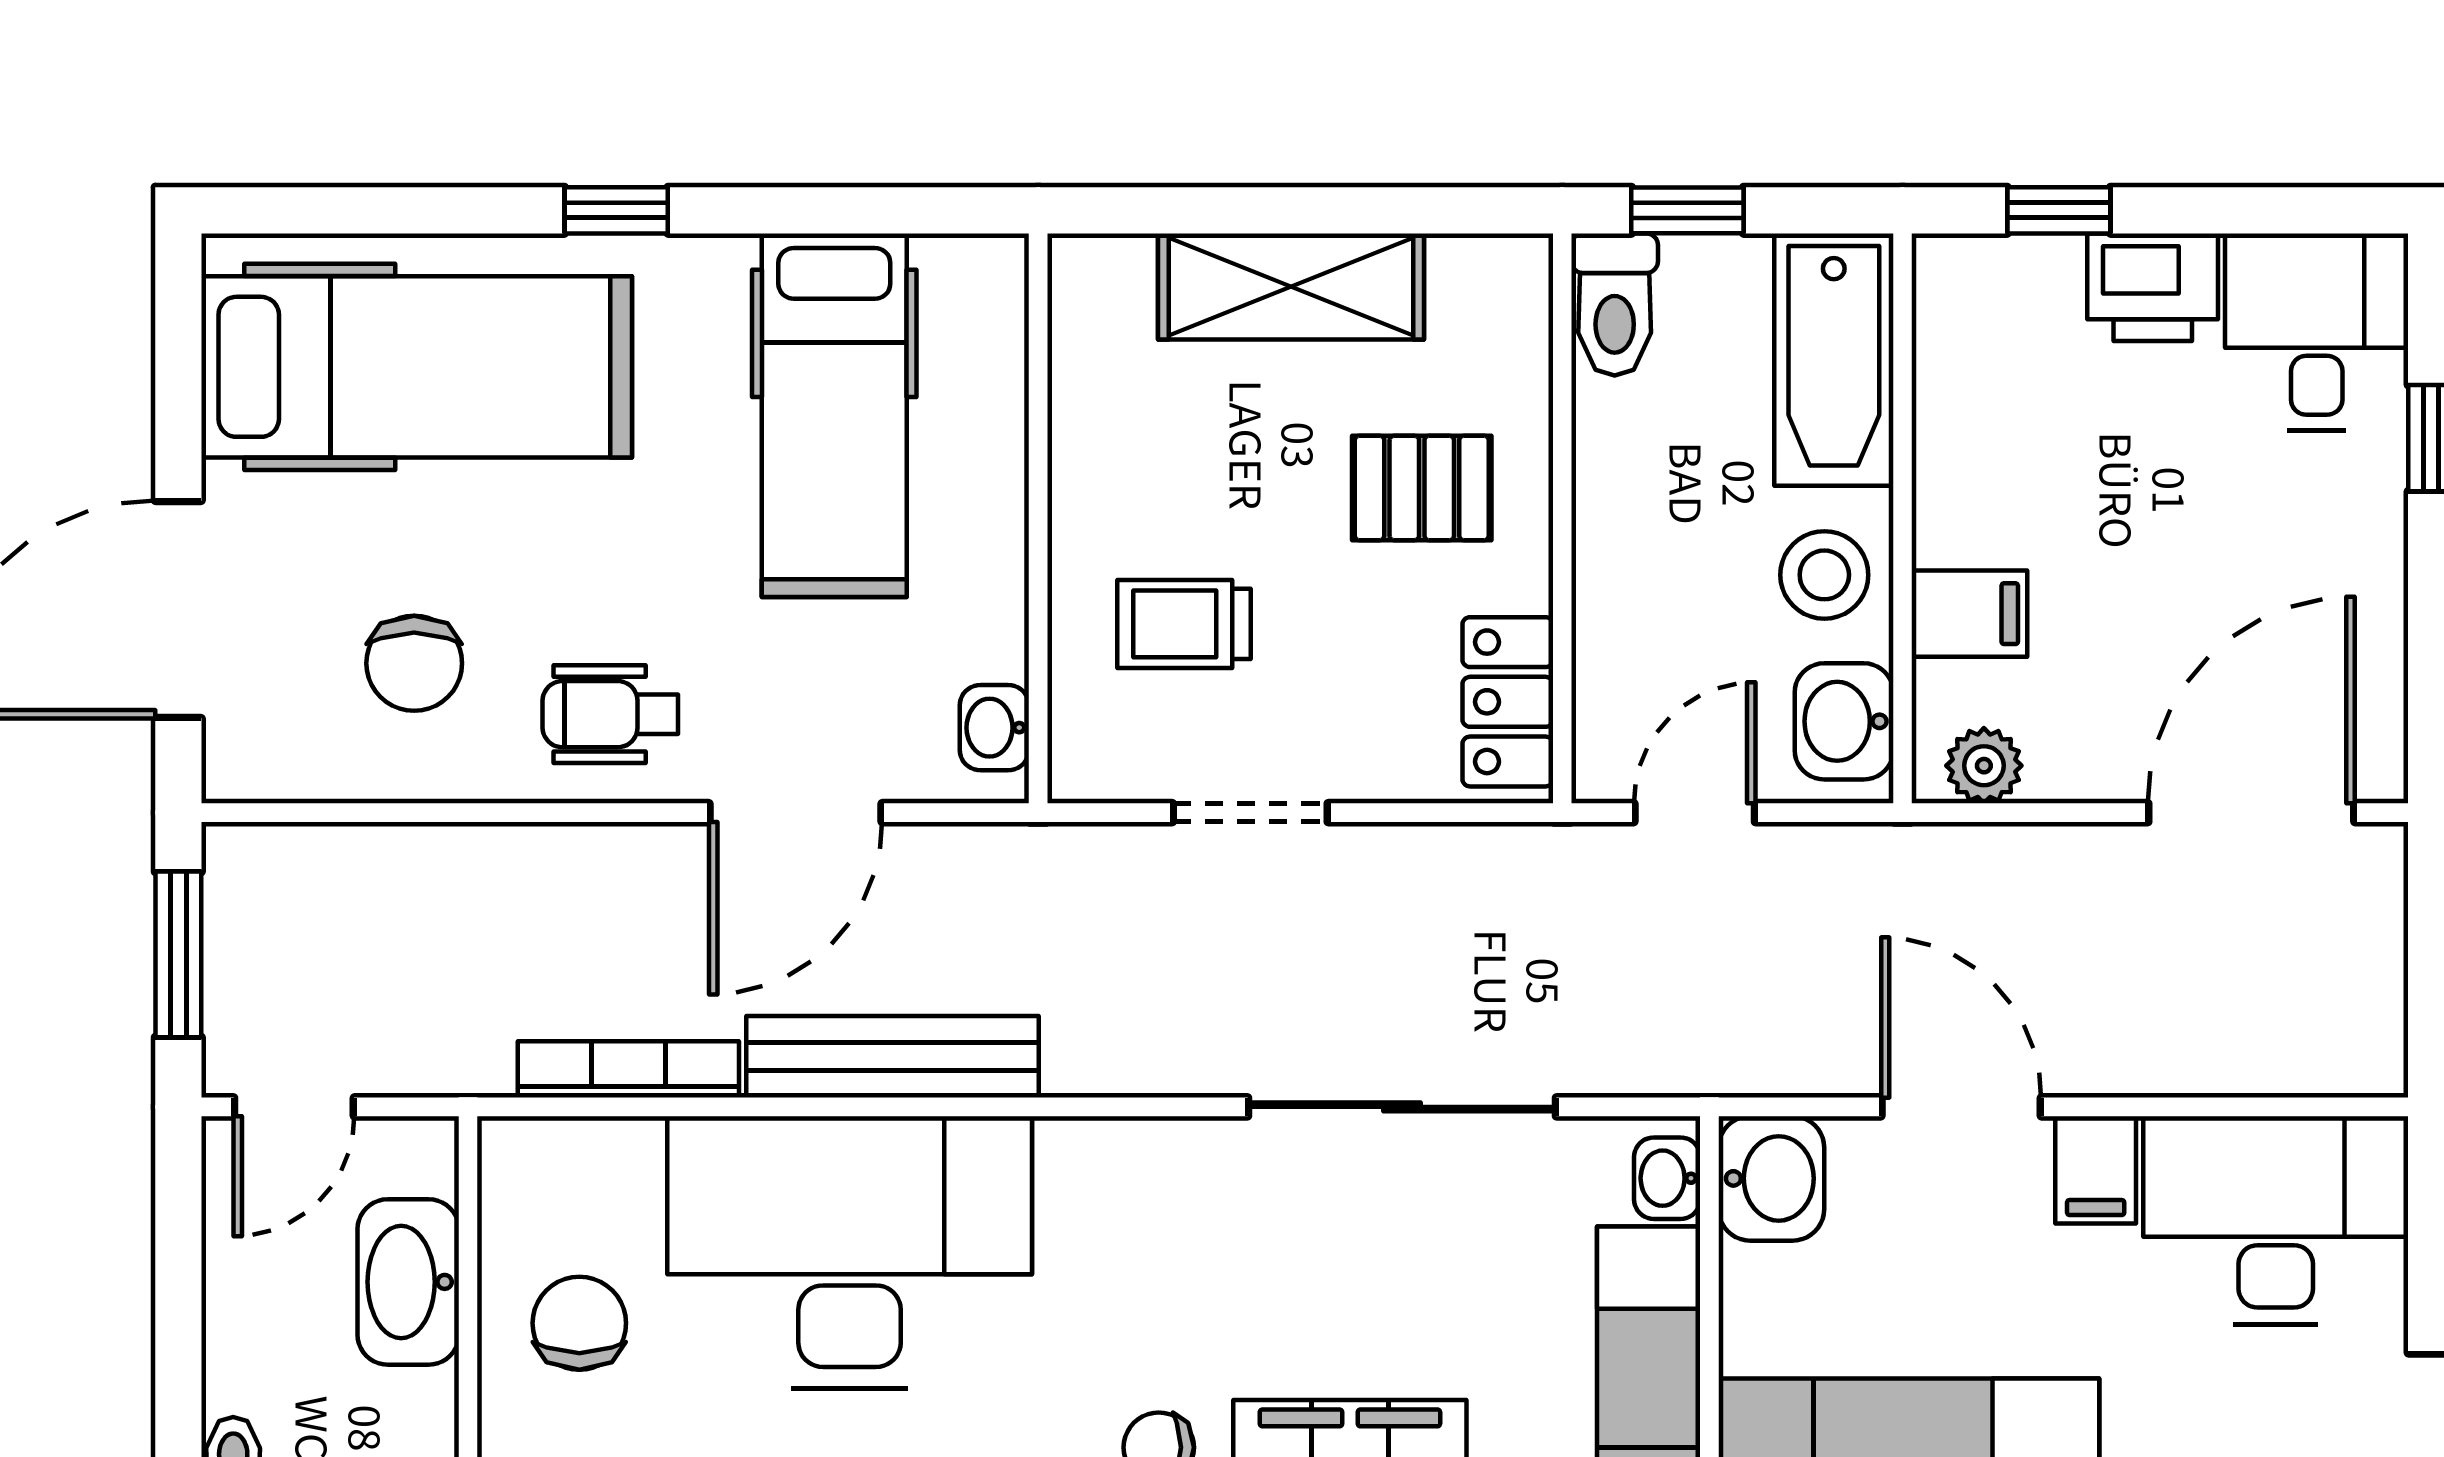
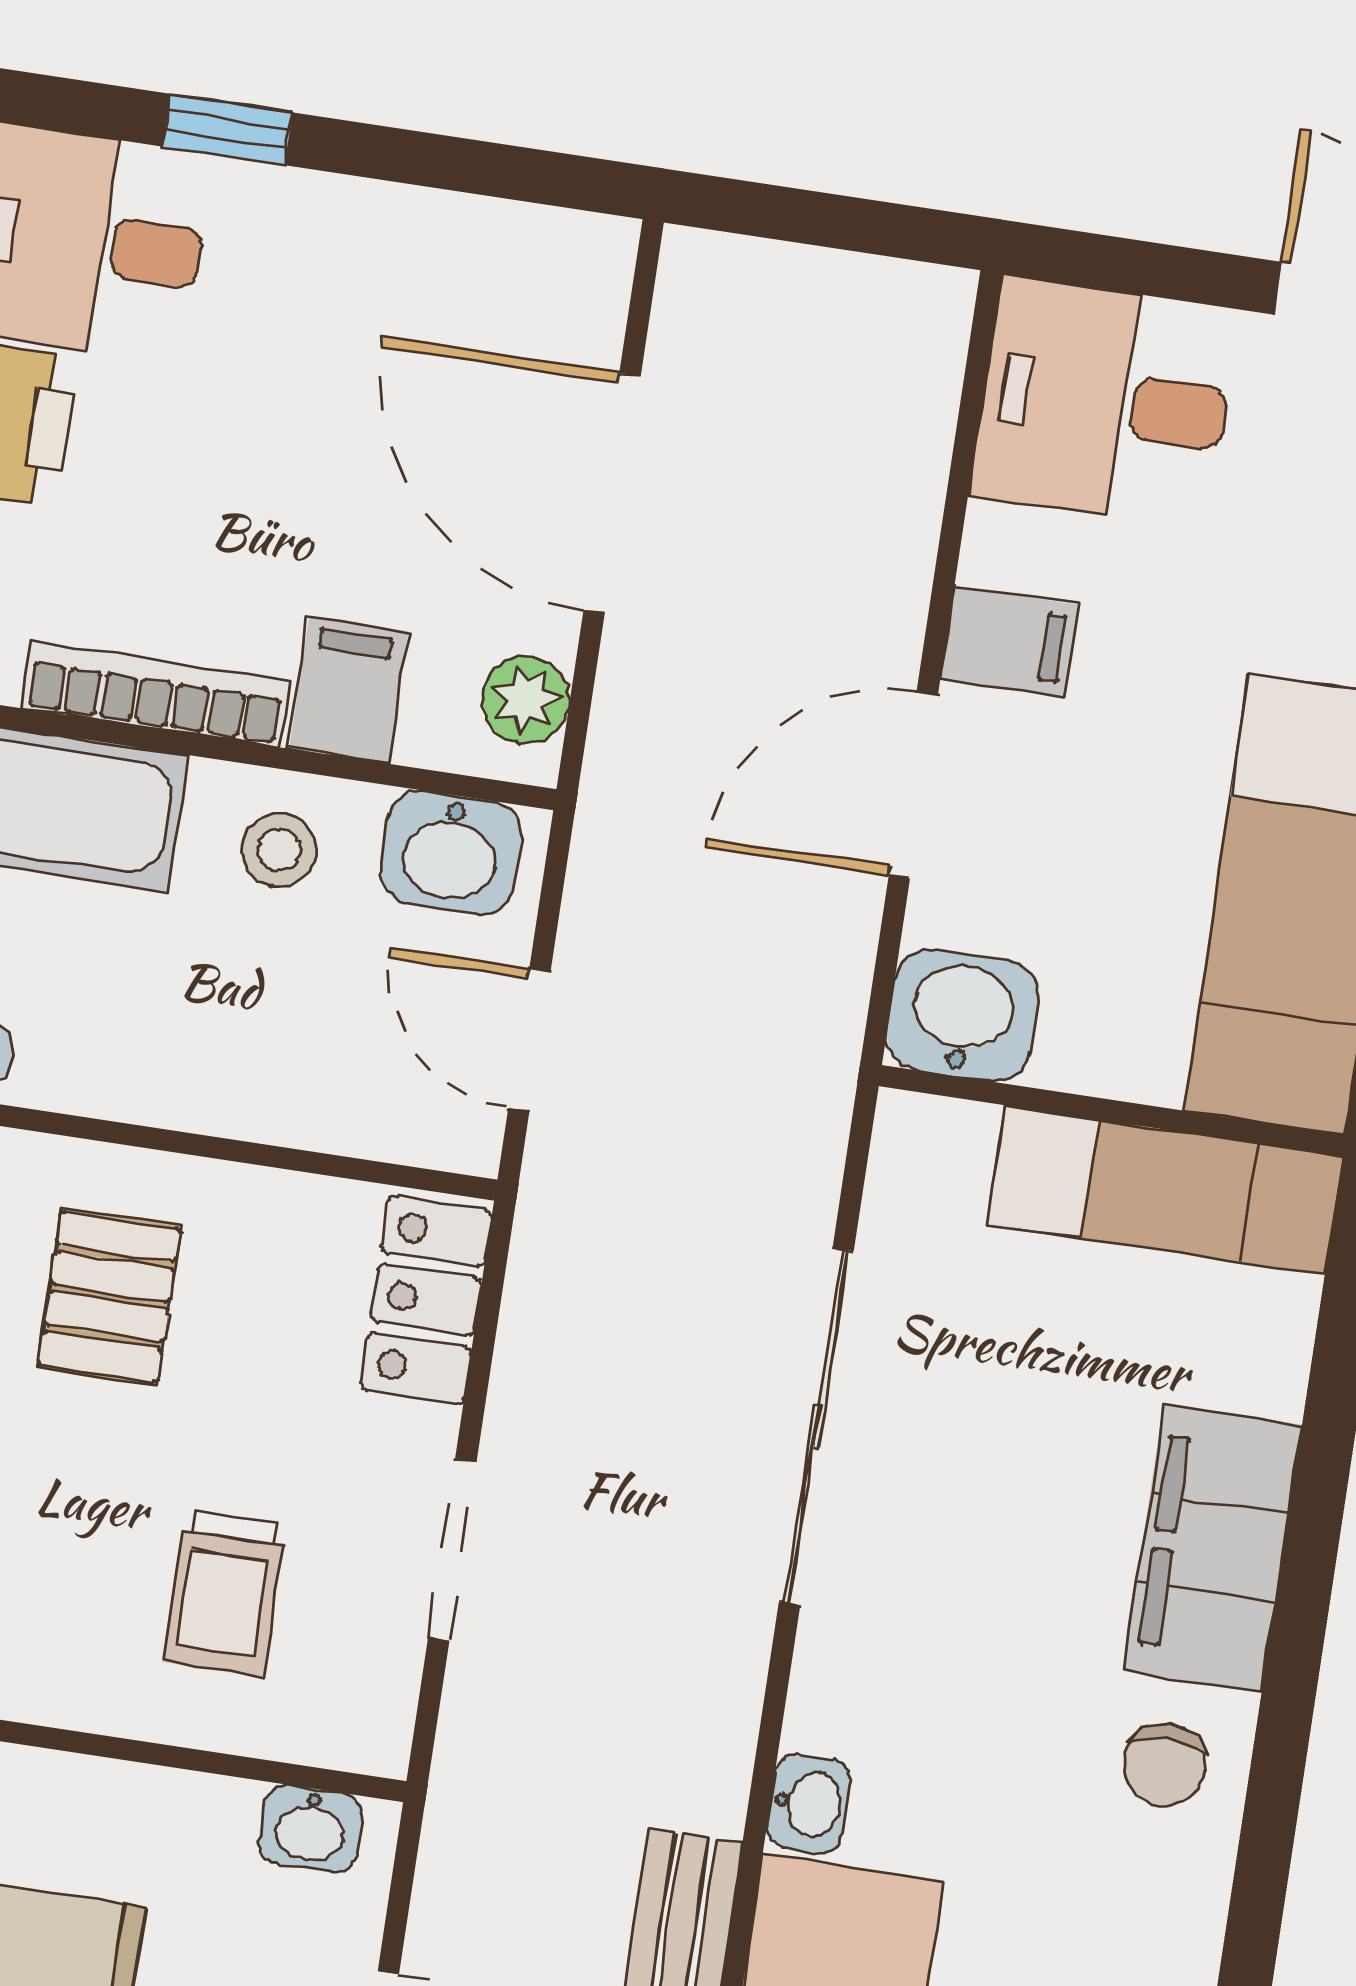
bookcase: (1941, 450) -> (156, 694), added
stool: (1824, 575) -> (279, 850), width x0.73, depth x0.73
locker: (1508, 702) -> (426, 1300), moved, turned 90
door: (2251, 813) -> (612, 493), moved
washbasin: (1667, 1178) -> (809, 1804), moved, turned -90
desk: (2276, 1220) -> (1104, 402), width x0.73

